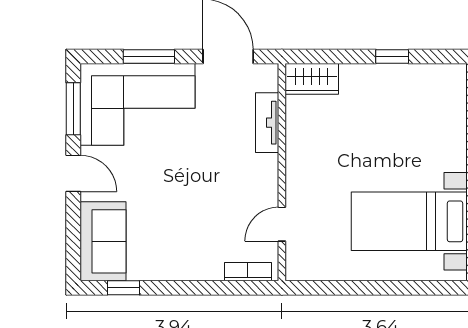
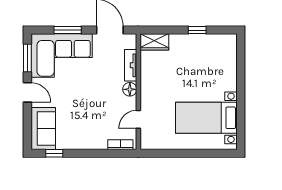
floor lamp: (266, 168) -> (130, 89), added

